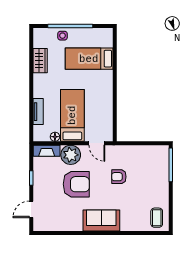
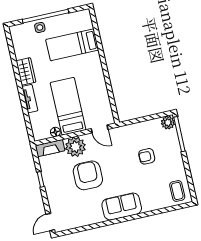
wardrobe: (40, 61) -> (26, 71), moved
tv unit: (38, 112) -> (30, 99), moved
plant: (162, 152) -> (168, 123), added
armchair: (119, 177) -> (147, 156), moved
armchair: (76, 184) -> (88, 175), turned -90
door: (31, 209) -> (50, 222), moved

